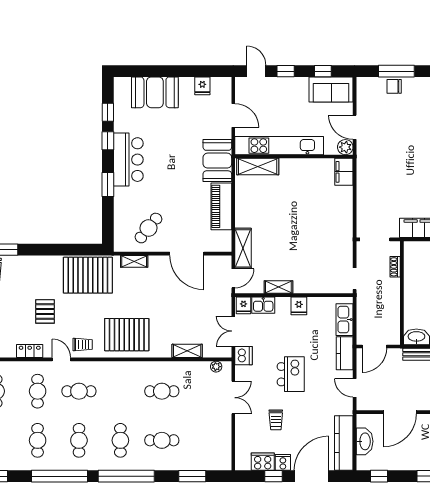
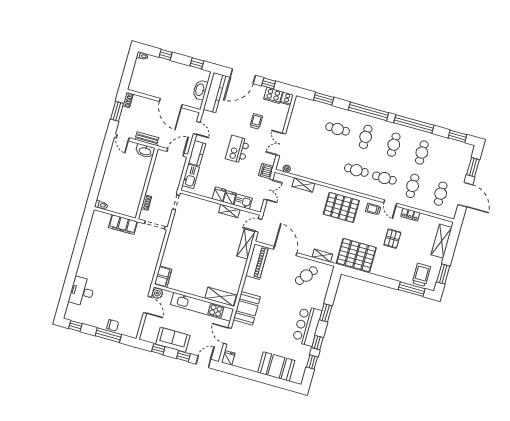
door: (256, 71) -> (203, 362), swing flipped
fridge: (202, 86) -> (228, 358), moved
sofa: (331, 89) -> (173, 340), moved
piano: (221, 206) -> (257, 262), moved
fridge: (244, 305) -> (230, 198), moved
cafe table: (162, 391) -> (356, 170), moved
door: (400, 412) -> (171, 103), swing flipped
cooker: (283, 462) -> (287, 99), moved

